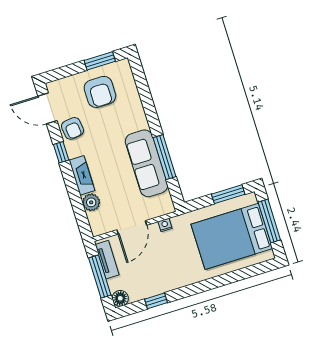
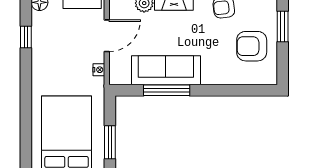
window: (100, 61) -> (283, 26), moved
door: (132, 227) -> (107, 36), swing flipped

